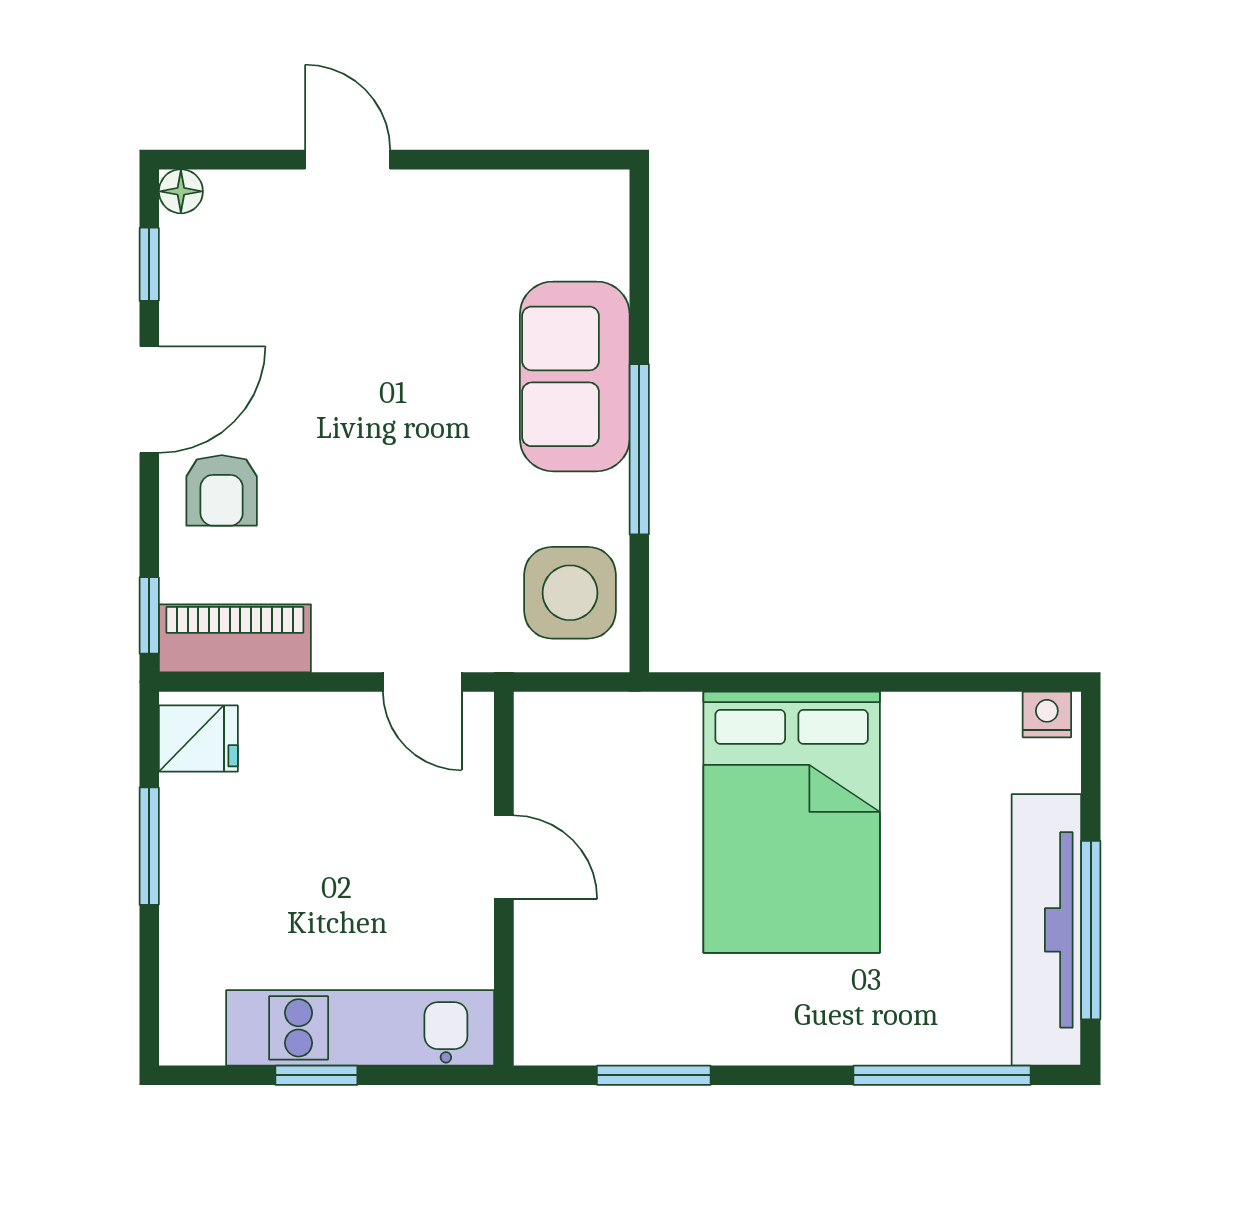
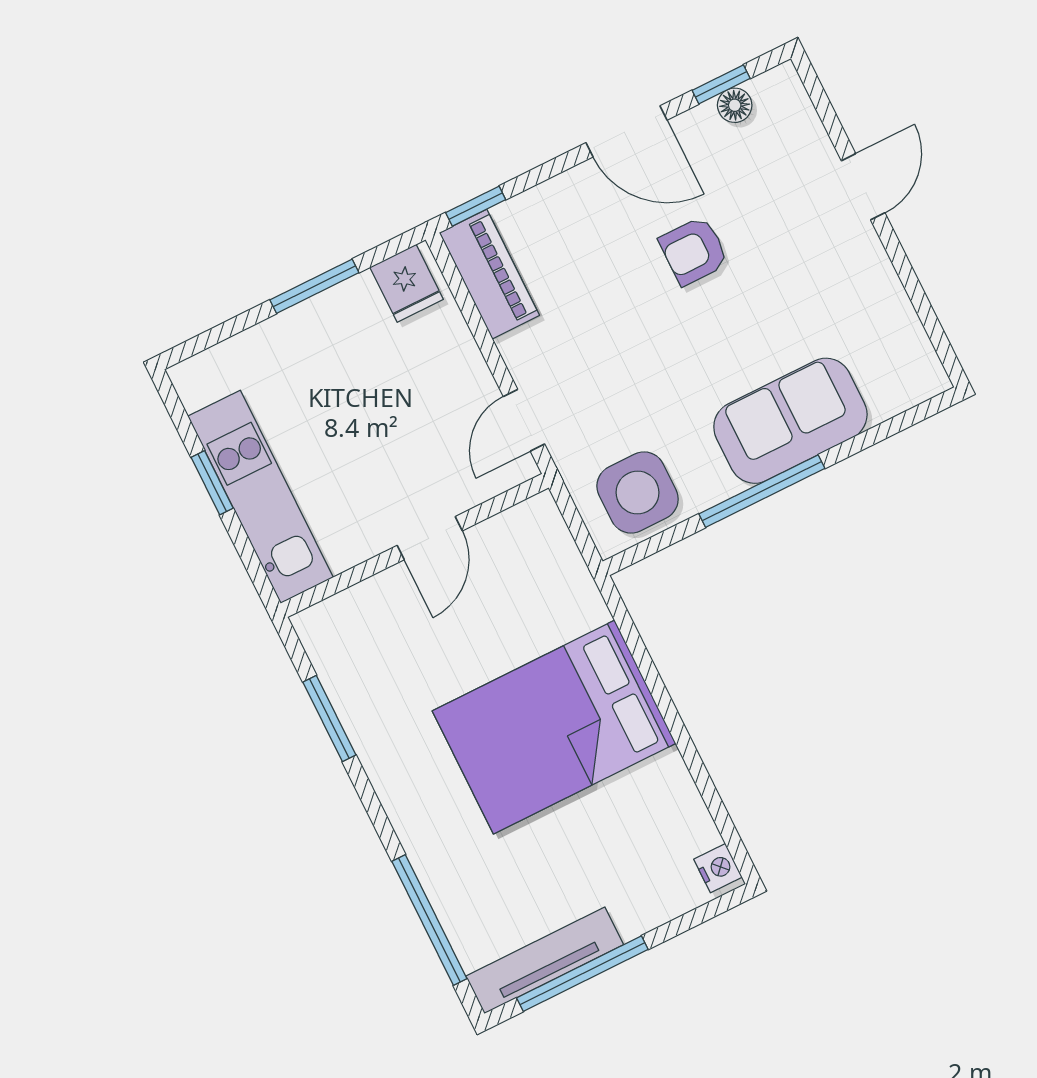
floor lamp: (181, 191) -> (735, 105), moved
armchair: (222, 490) -> (694, 251), moved
tv unit: (1046, 930) -> (545, 960), width x0.73, depth x0.78

